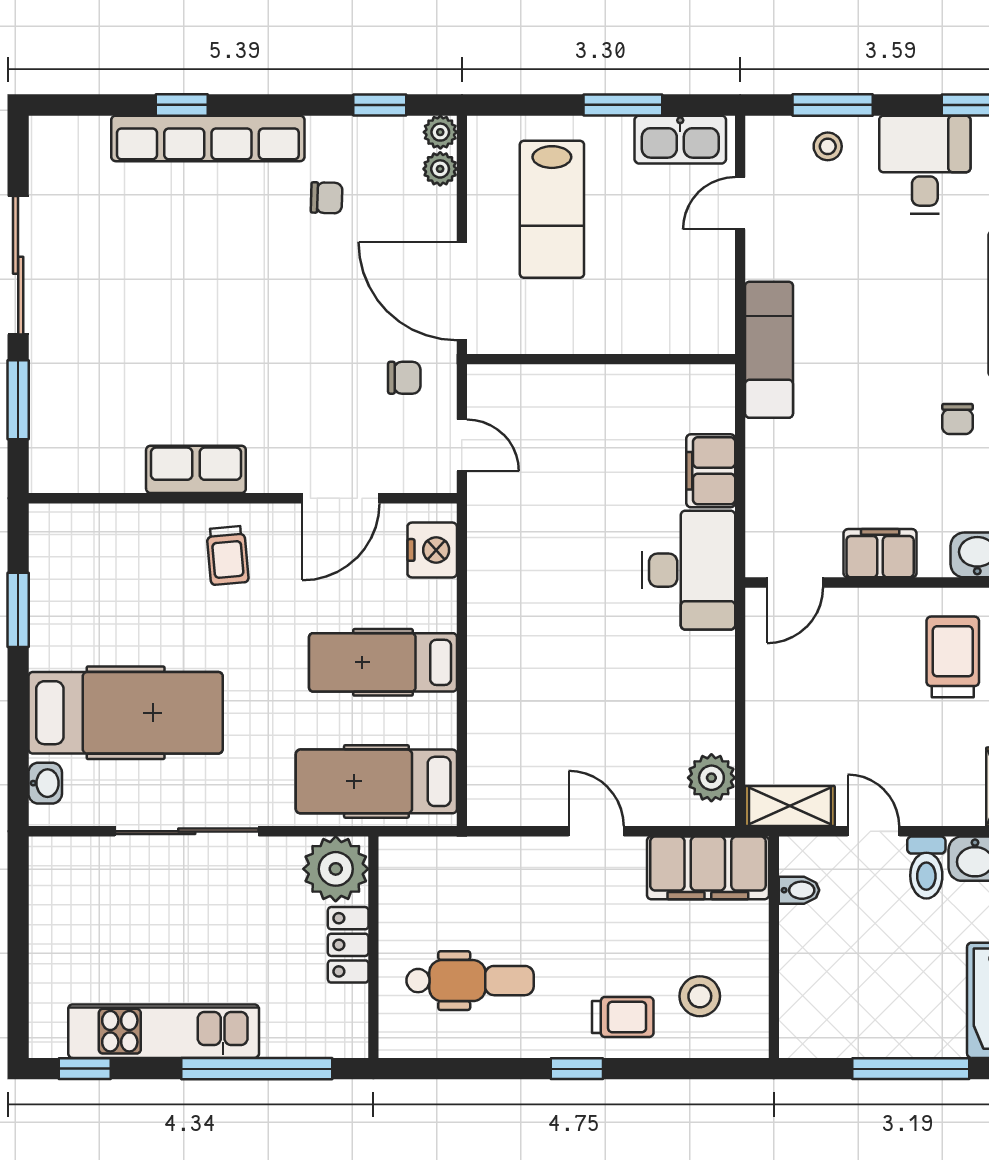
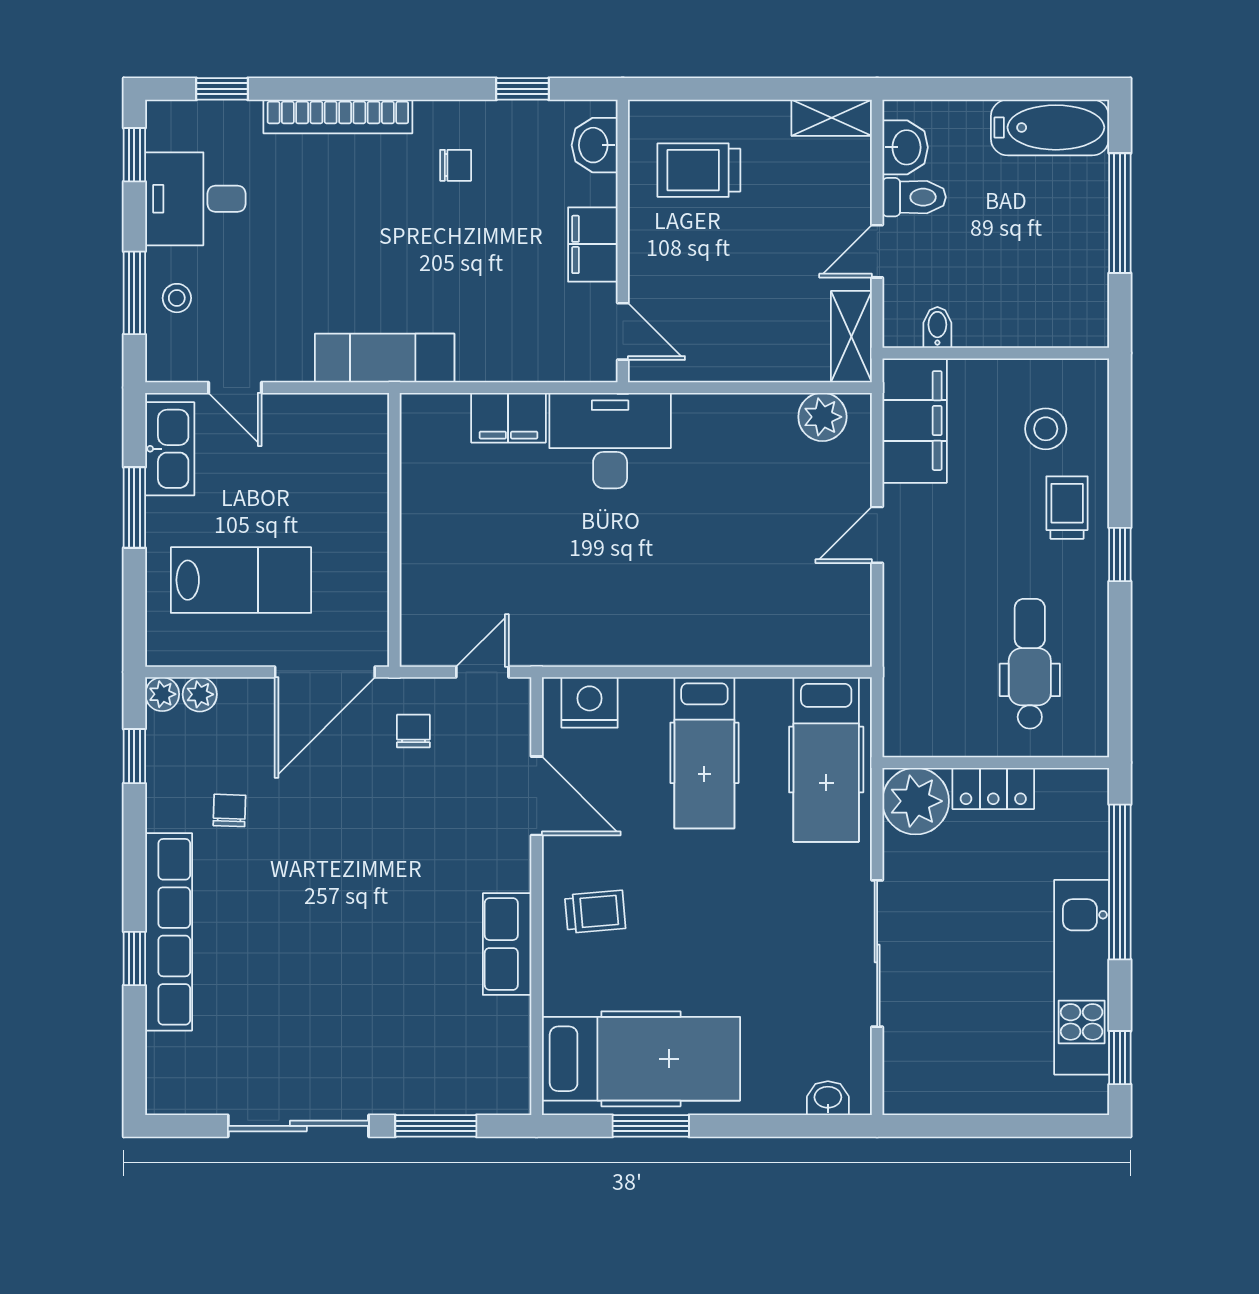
hospital bed: (126, 713) -> (641, 1059), moved, turned 90

